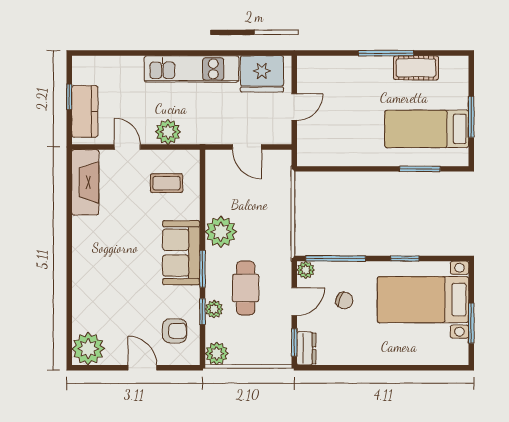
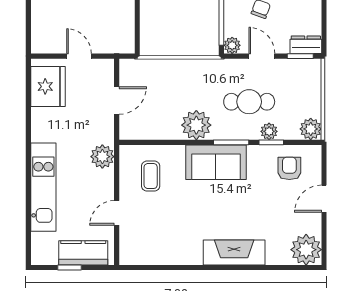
kitchen unit: (192, 69) -> (43, 187), moved
plant: (168, 132) -> (102, 157), moved
fireplace: (85, 182) -> (234, 252), moved

